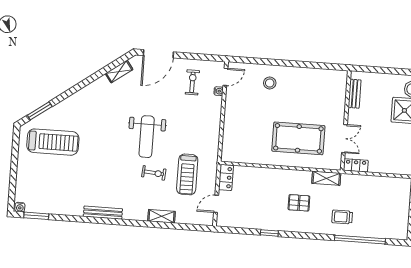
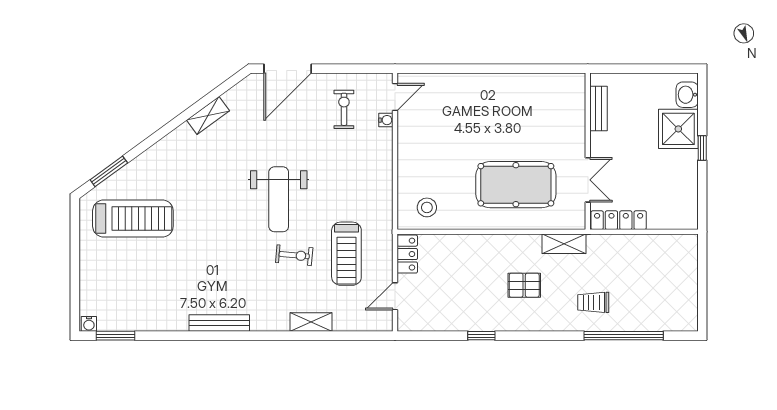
shelving: (119, 71) -> (208, 115), moved
stool: (270, 83) -> (427, 207), moved
locker: (356, 165) -> (619, 220), width x1.53

